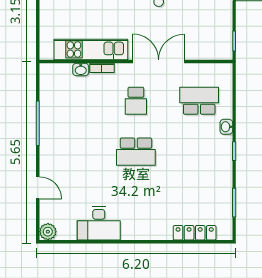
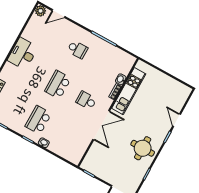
school desk: (199, 101) -> (38, 120), moved, turned 180
school desk: (73, 152) -> (77, 49), added
door: (38, 188) -> (59, 14), moved
desk: (99, 223) -> (23, 54), moved

